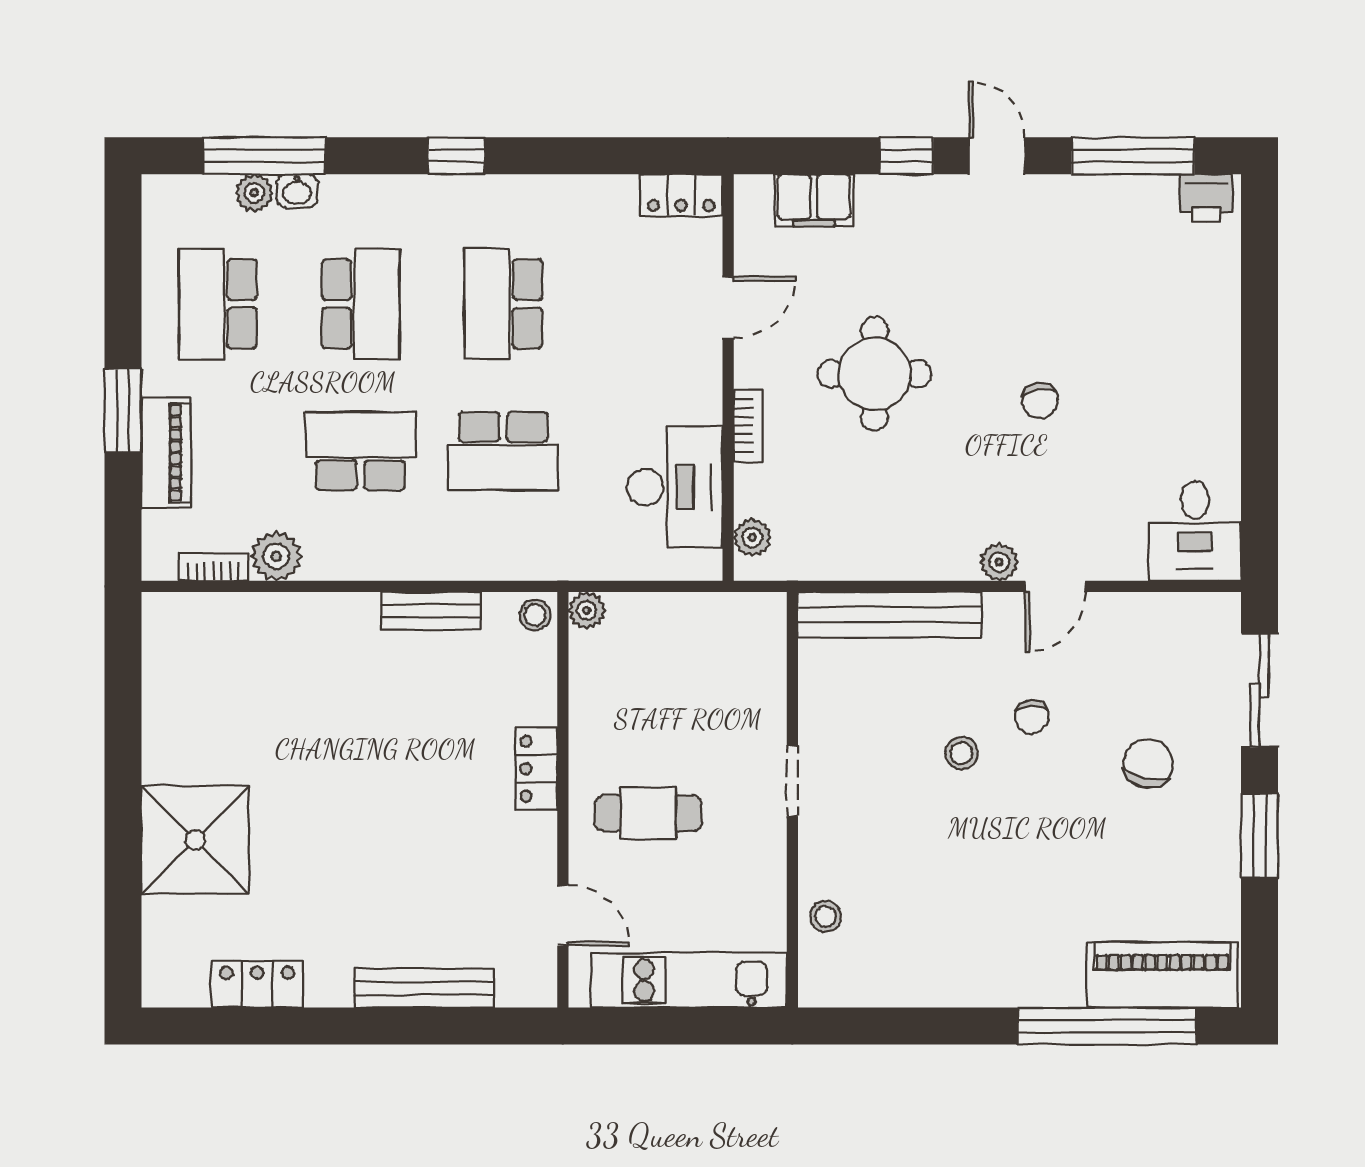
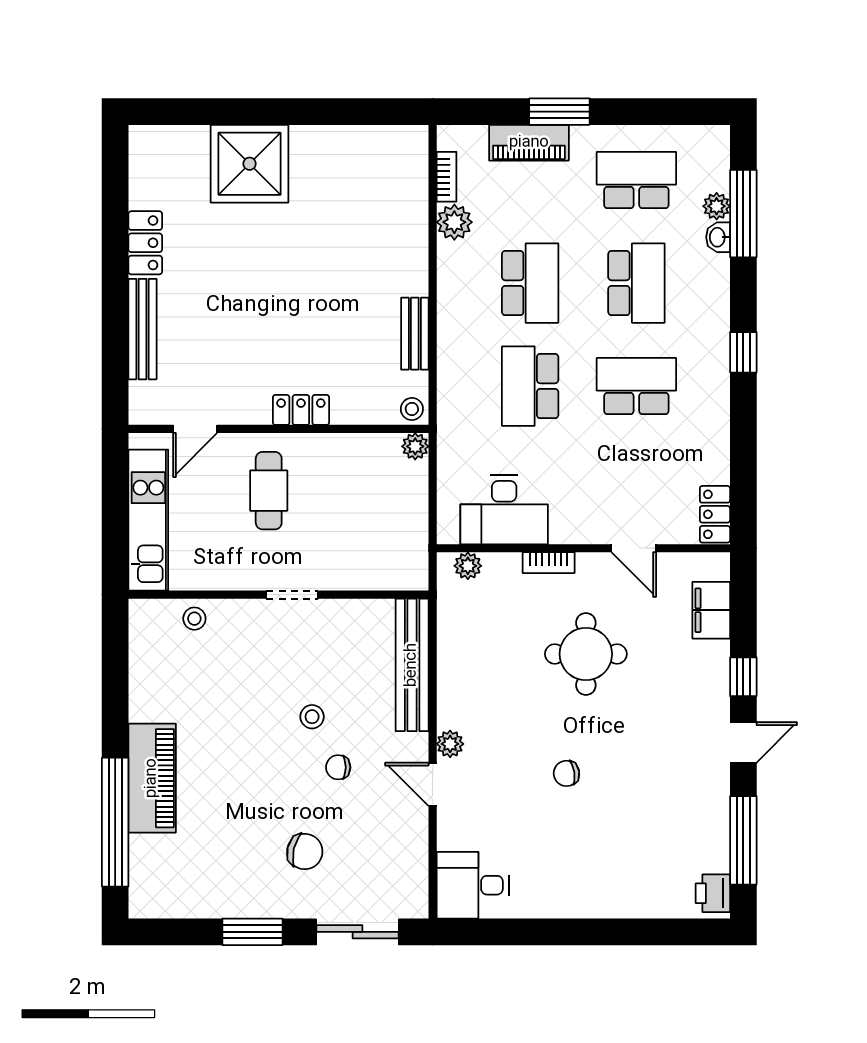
school desk: (361, 304) -> (636, 283), turned -90
piano: (1162, 975) -> (152, 778), moved
locker: (257, 984) -> (145, 243), moved

